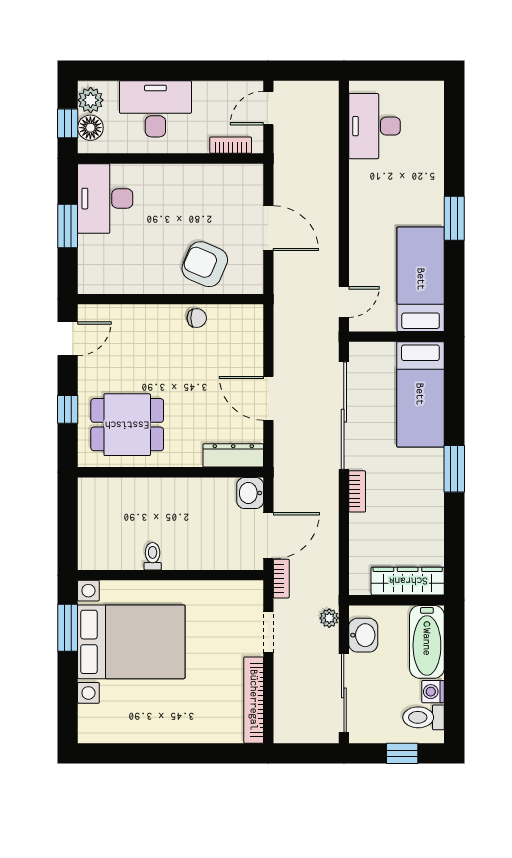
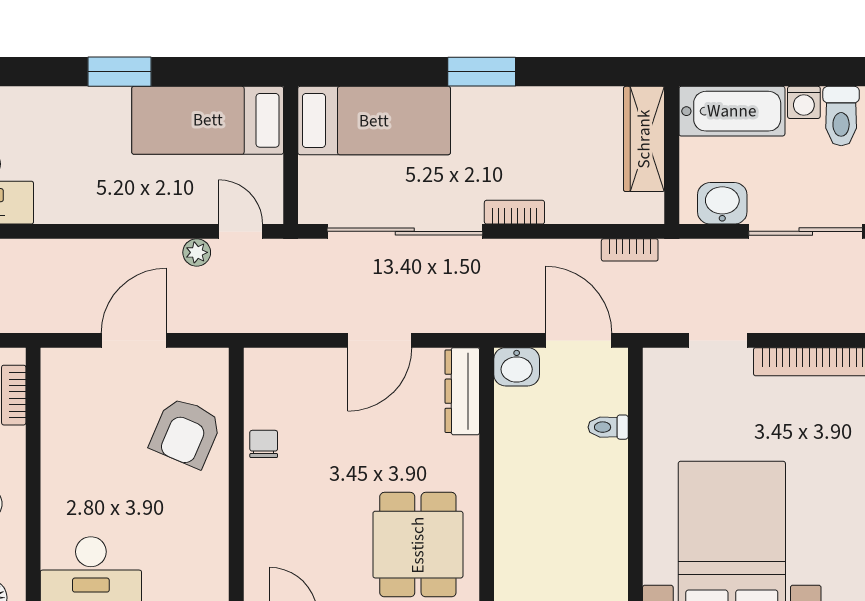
toilet: (153, 556) -> (608, 427), moved
bookcase: (281, 579) -> (630, 250), moved, turned 180
plant: (329, 618) -> (197, 252), moved

